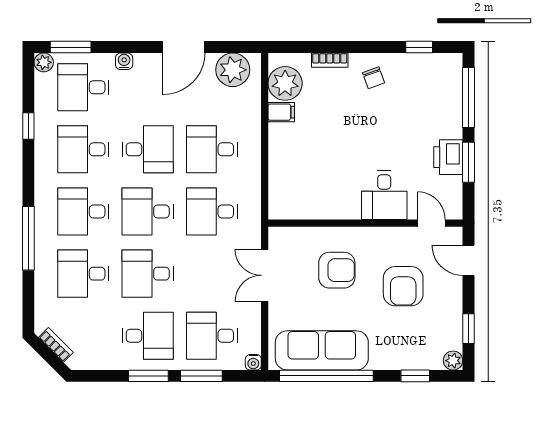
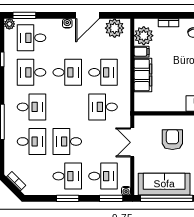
water cooler: (124, 61) -> (67, 23), moved
desk: (212, 149) -> (103, 72), turned 180
filing cabinet: (284, 154) -> (143, 75), added
desk: (83, 211) -> (31, 107), turned 180
desk: (148, 211) -> (67, 107), removed
armchair: (337, 270) -> (172, 140), turned -90
desk: (83, 274) -> (31, 141), turned 180
desk: (212, 336) -> (103, 176), turned 180
window: (201, 376) -> (111, 198), moved

